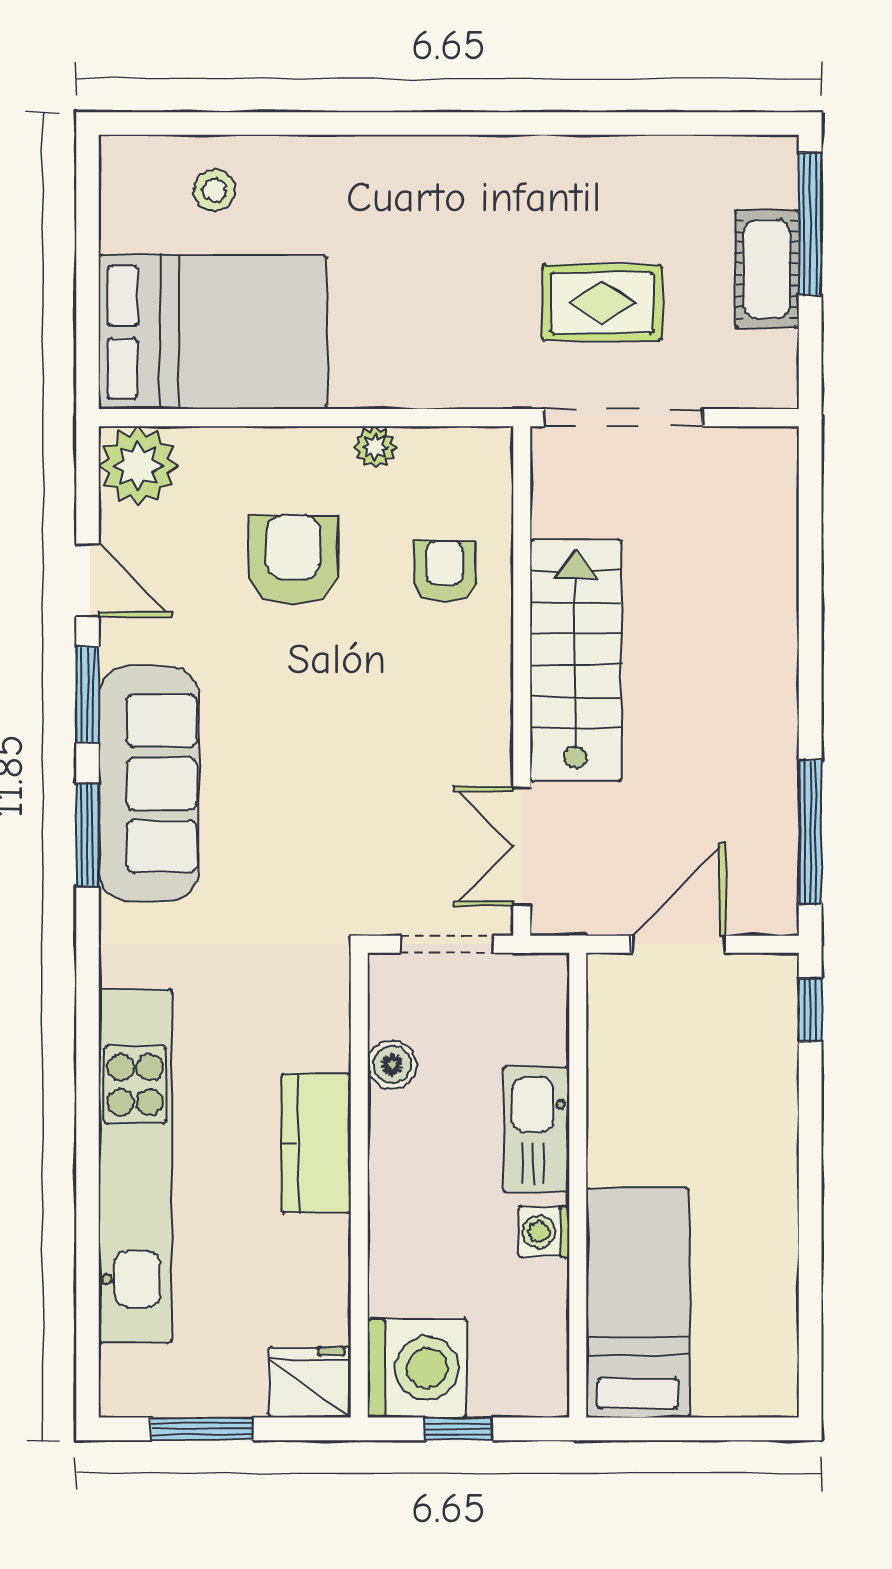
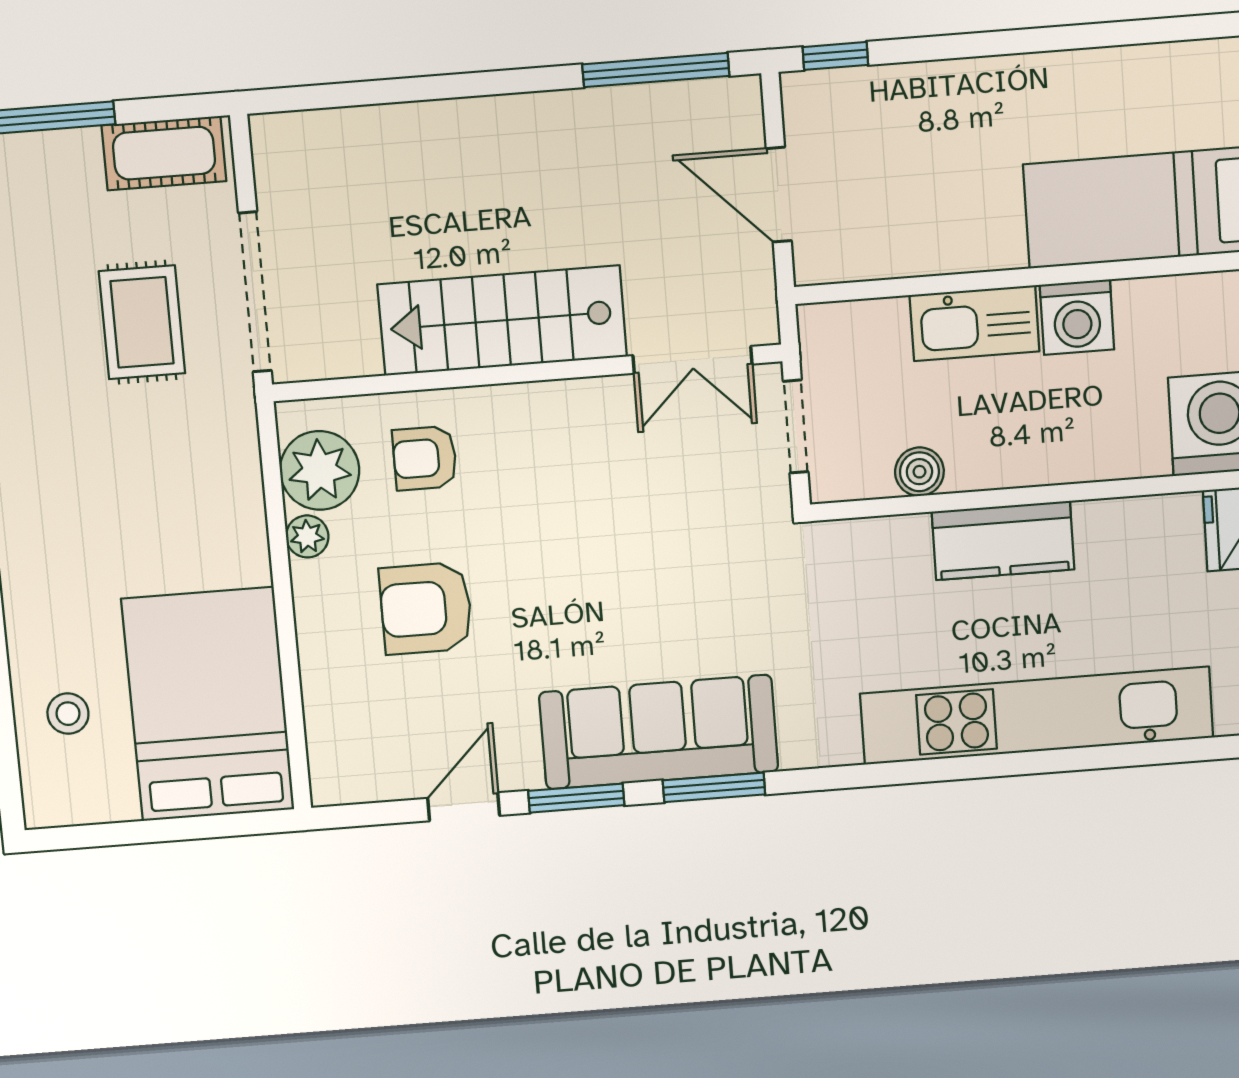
cot: (767, 269) -> (164, 153), moved
plant: (138, 466) -> (320, 470), moved
washing machine: (544, 1232) -> (1077, 317), width x1.38, depth x1.38

